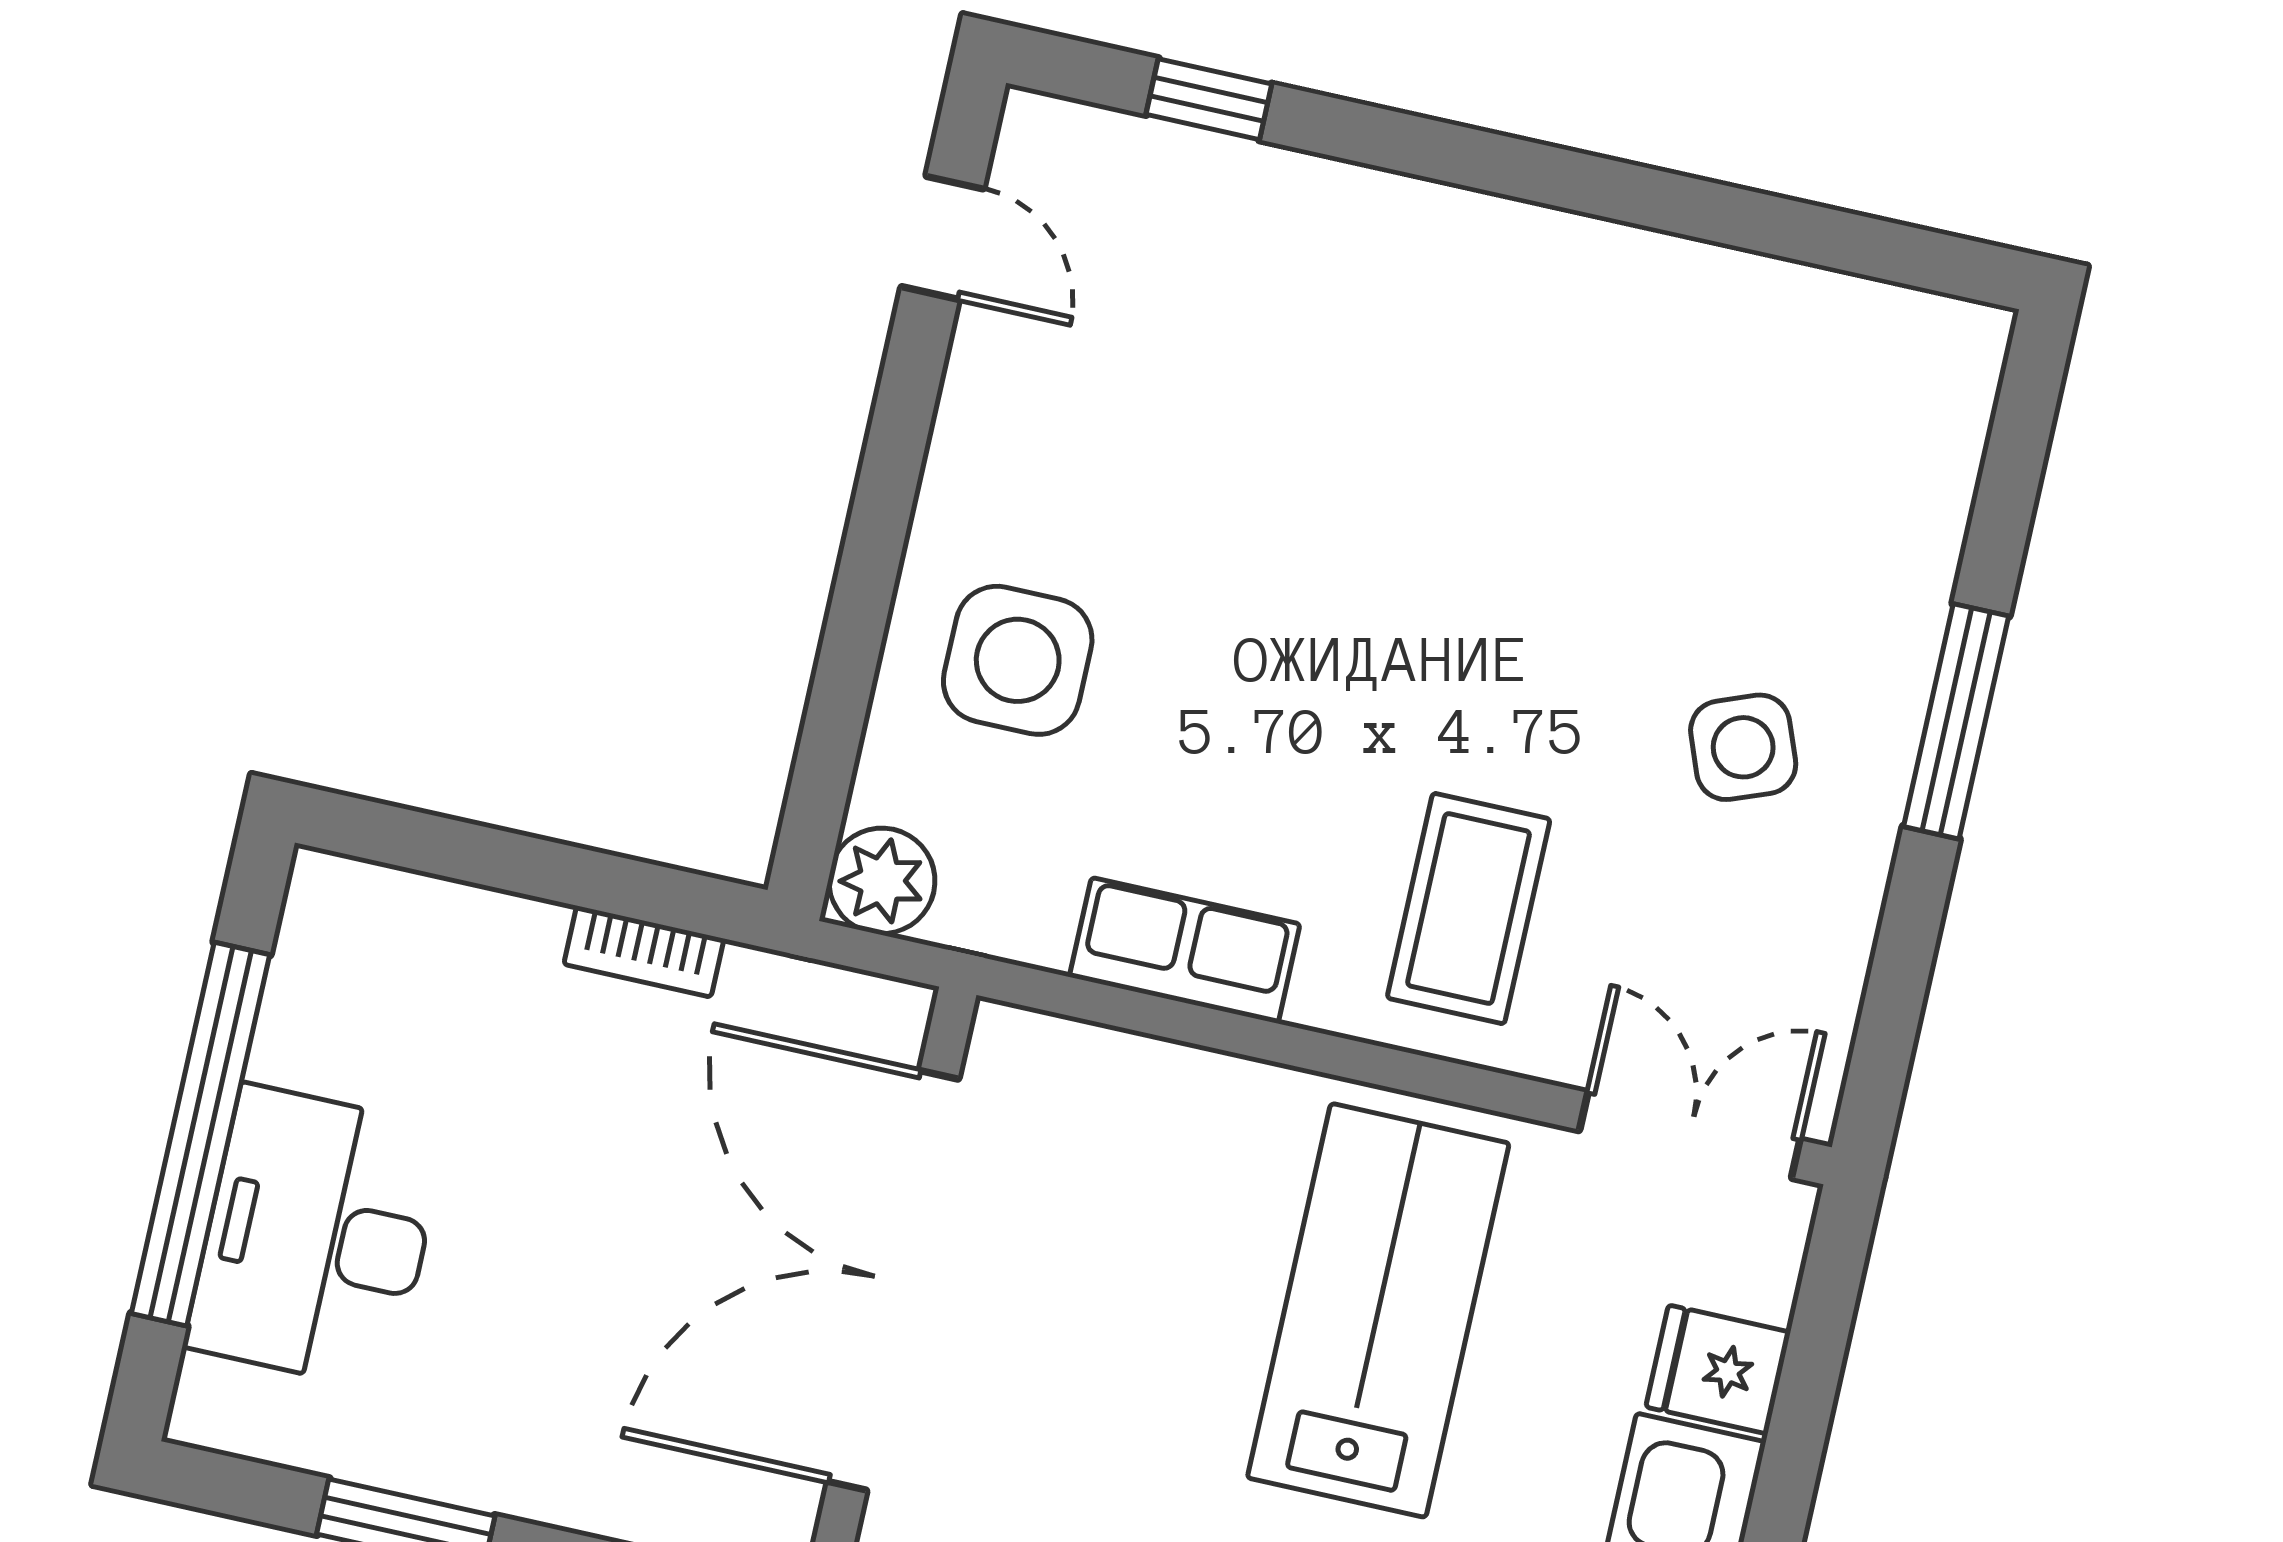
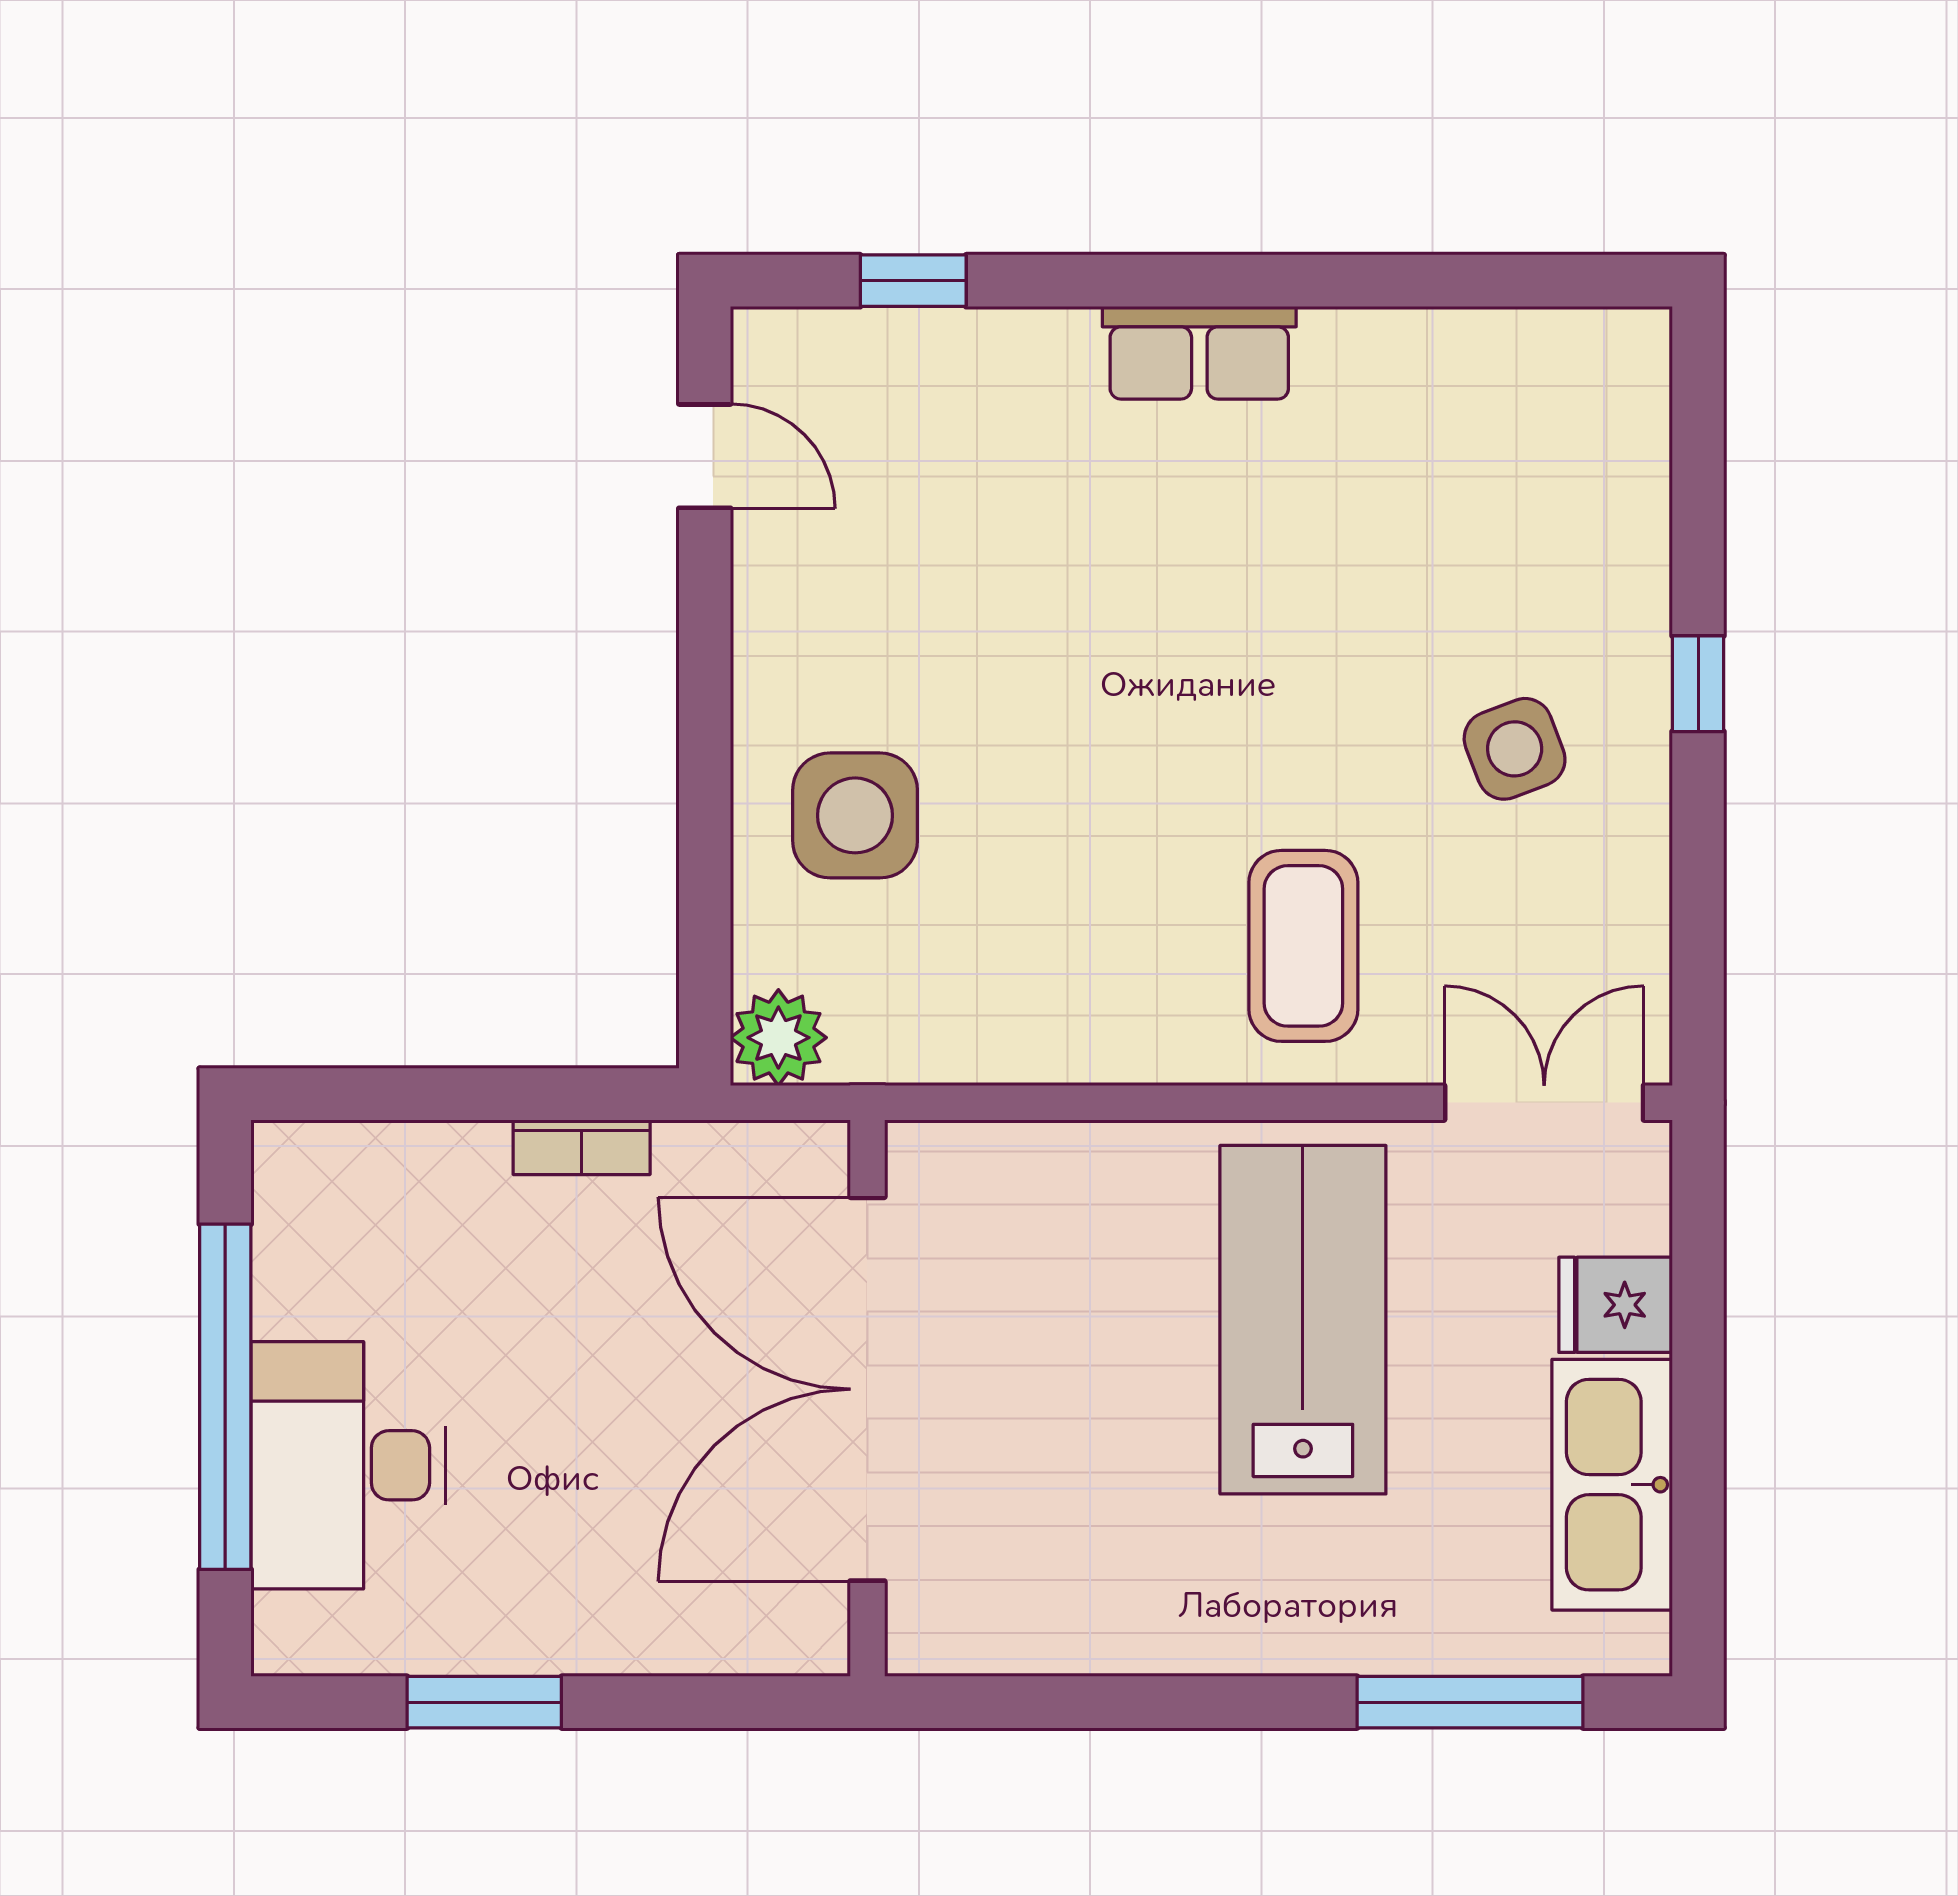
window: (1956, 721) -> (1698, 684), width x0.46
row of seats: (1185, 950) -> (1199, 353), moved, turned 180

